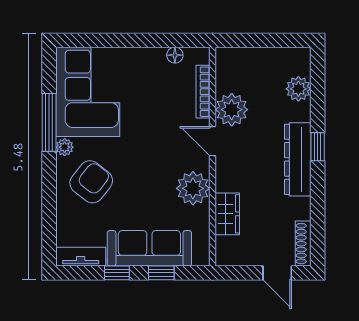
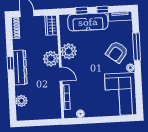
plant: (232, 110) -> (51, 59), moved
window: (49, 122) -> (137, 47), moved
window: (318, 147) -> (10, 63), moved
wardrobe: (227, 214) -> (51, 25), moved

